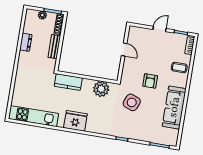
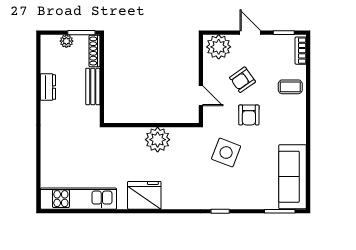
door: (160, 29) -> (250, 33), hinge flipped
plant: (138, 35) -> (219, 47), added
door: (124, 49) -> (201, 96), moved
armchair: (150, 58) -> (242, 80), added
kitchen counter: (68, 82) -> (123, 137), removed
plant: (101, 89) -> (158, 140), moved
sofa: (174, 107) -> (293, 177), moved

